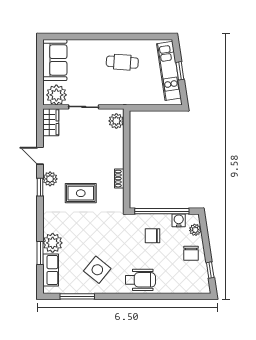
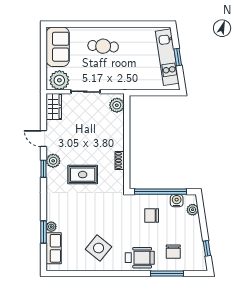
cafe table: (122, 62) -> (103, 46), moved
plant: (53, 243) -> (51, 227), width x0.53, depth x0.53
chair: (191, 253) -> (173, 252), moved
window: (77, 296) -> (167, 274), moved

